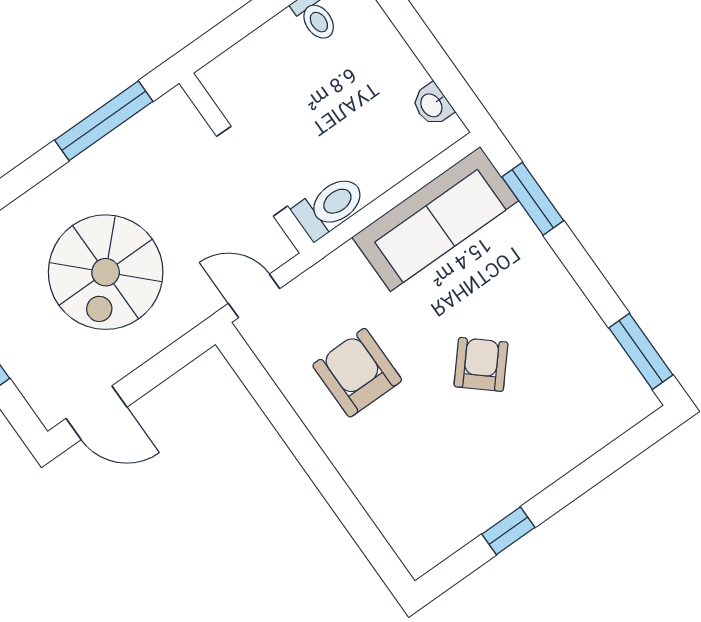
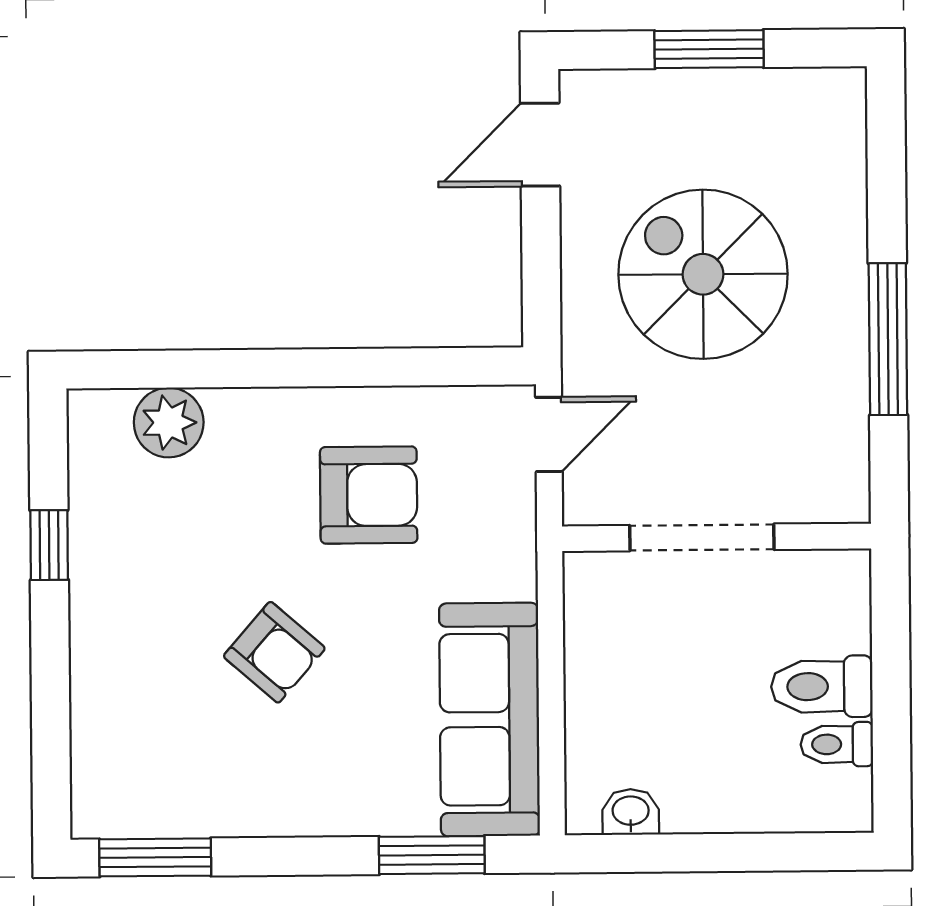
window: (104, 121) -> (888, 339), moved
toilet: (330, 207) -> (822, 687), moved, turned 90
plant: (394, 512) -> (169, 423), added

